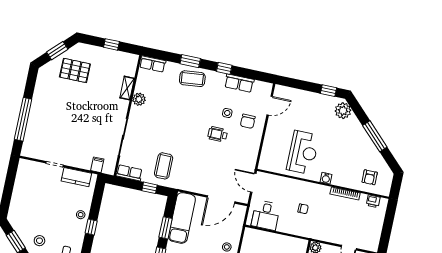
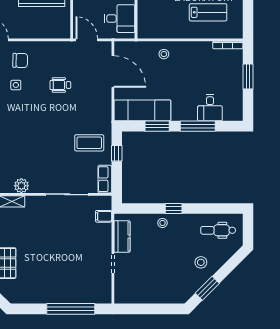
wheelchair: (218, 134) -> (60, 85), moved, turned 90
door: (253, 183) -> (87, 40), swing flipped

